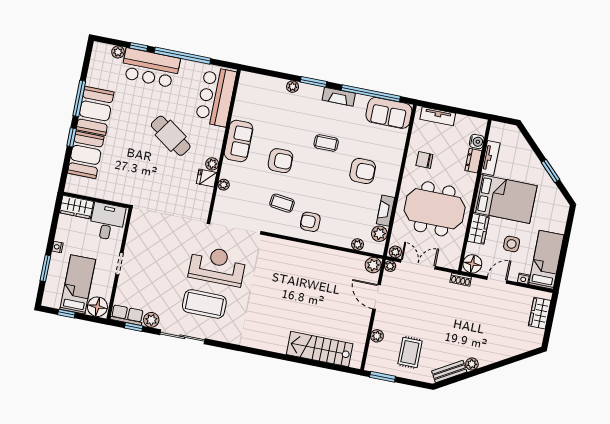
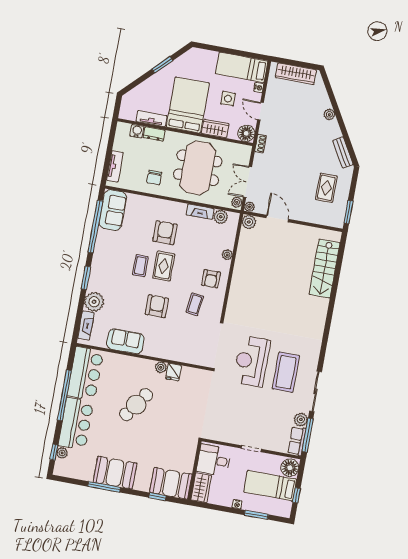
window: (139, 47) -> (54, 452), moved
plant: (293, 87) -> (94, 302), width x1.88, depth x1.88
bar counter: (216, 97) -> (85, 374), moved, turned -90
fireplace: (339, 97) -> (86, 326), moved
window: (72, 137) -> (157, 497), moved
sofa: (239, 141) -> (125, 341), moved
booth: (86, 155) -> (171, 483), moved
rug: (325, 169) -> (164, 266), added
plant: (224, 185) -> (179, 357), removed
plant: (358, 244) -> (227, 255), moved
door: (377, 297) -> (277, 218), swing flipped
wardrobe: (540, 313) -> (296, 74), width x1.50
window: (134, 327) -> (308, 435), width x2.17
plant: (377, 336) -> (312, 218), removed
rug: (410, 352) -> (326, 188), turned 90
plant: (472, 364) -> (329, 114), moved

